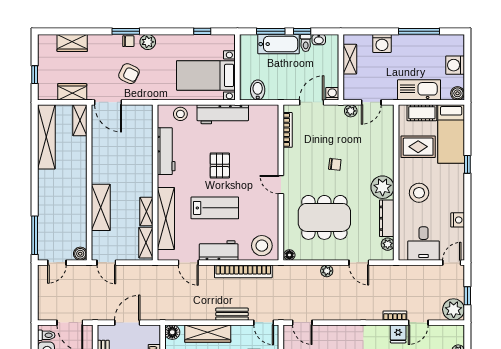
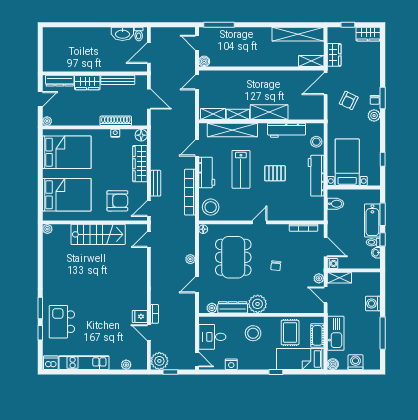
wardrobe: (72, 43) -> (368, 34), moved, turned -90
shelving: (350, 59) -> (339, 278), moved
shelving: (101, 207) -> (269, 112), moved

